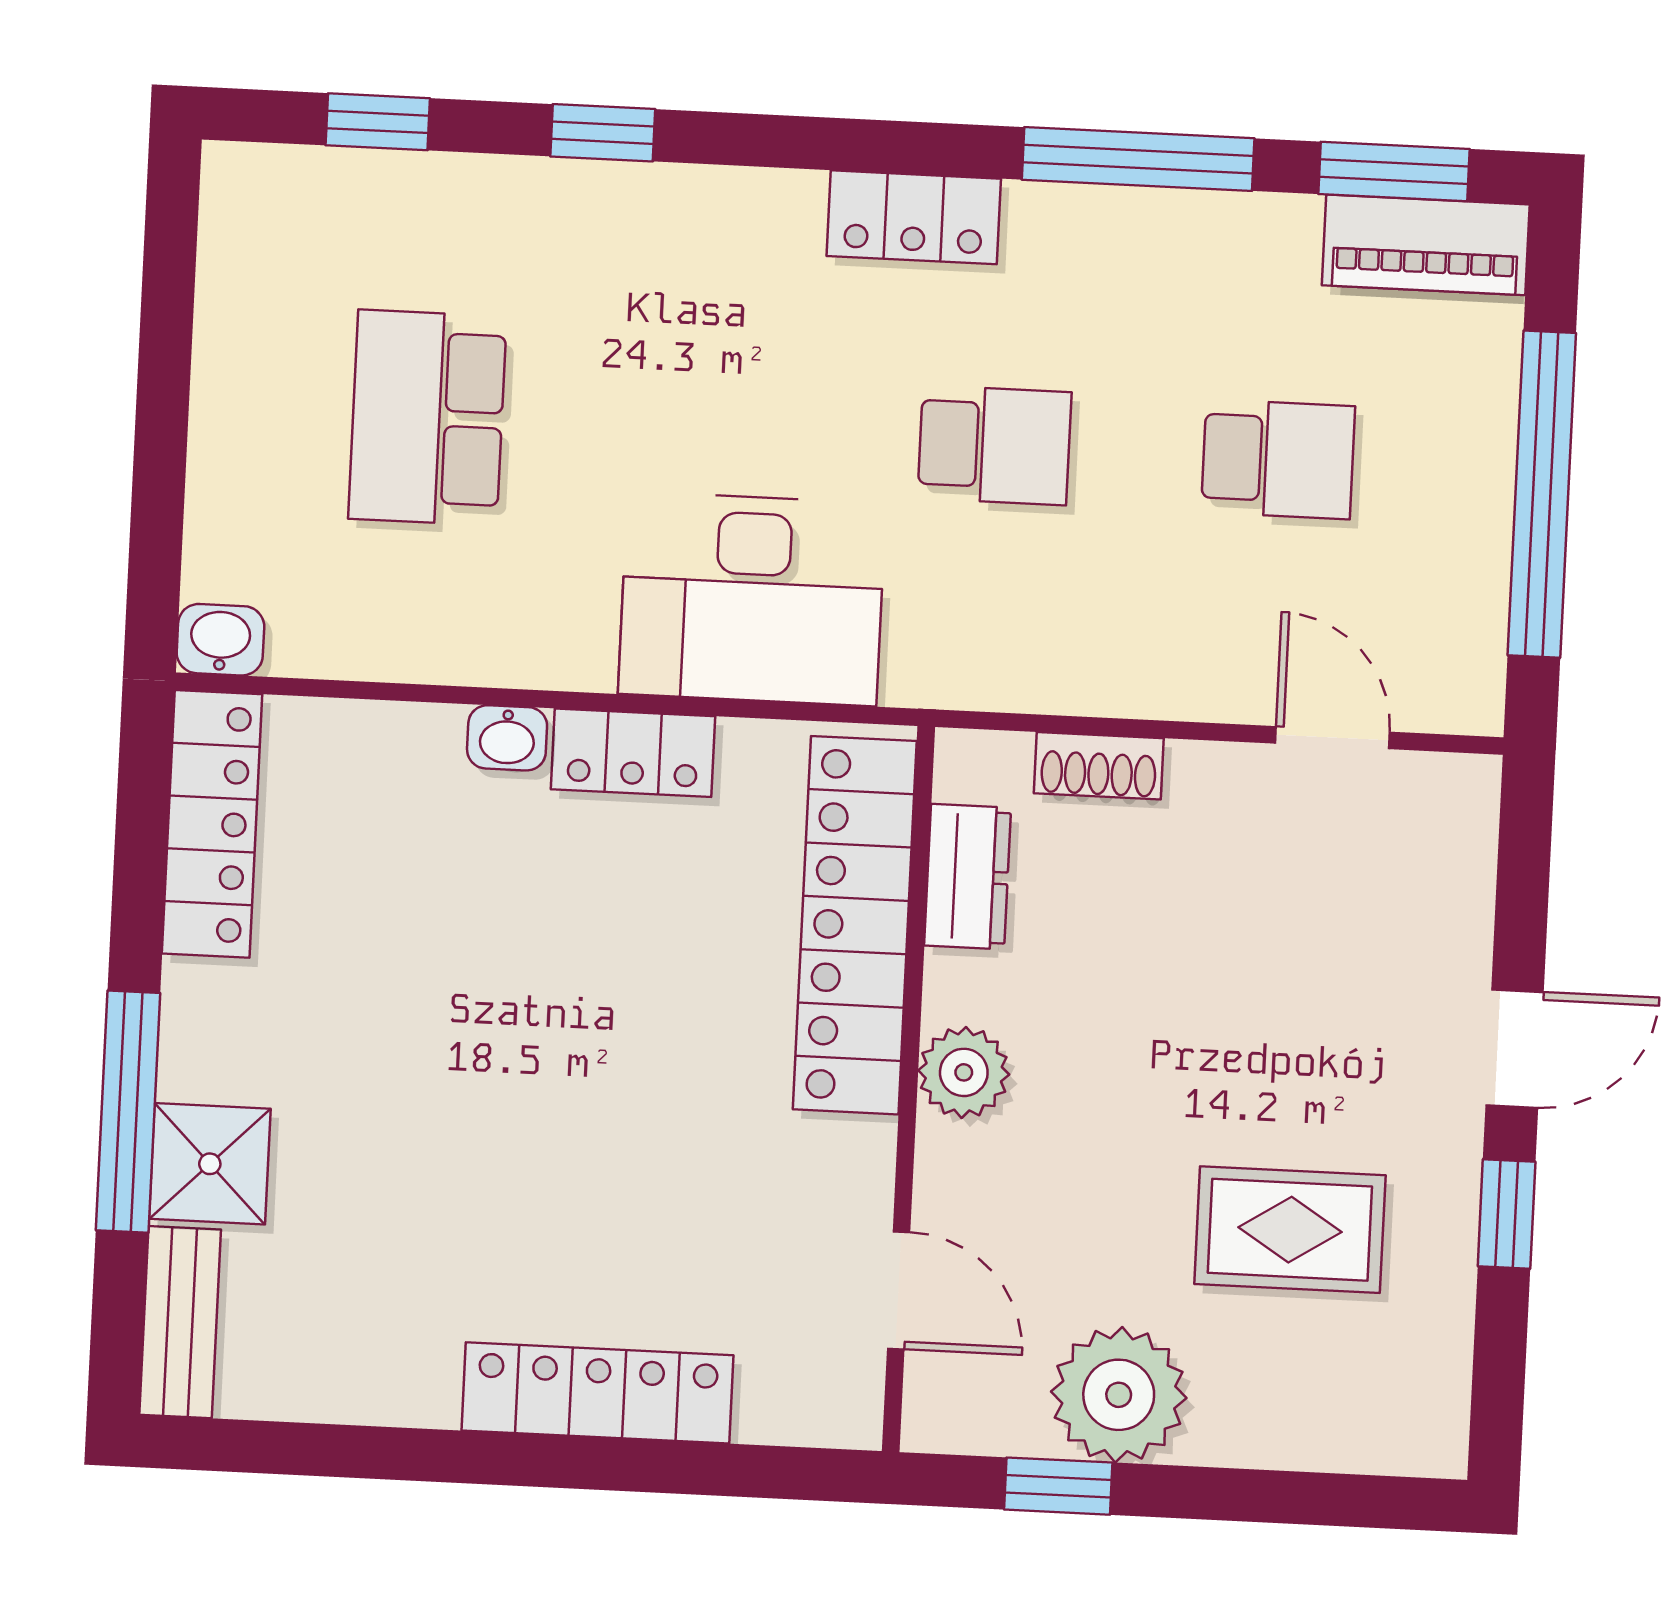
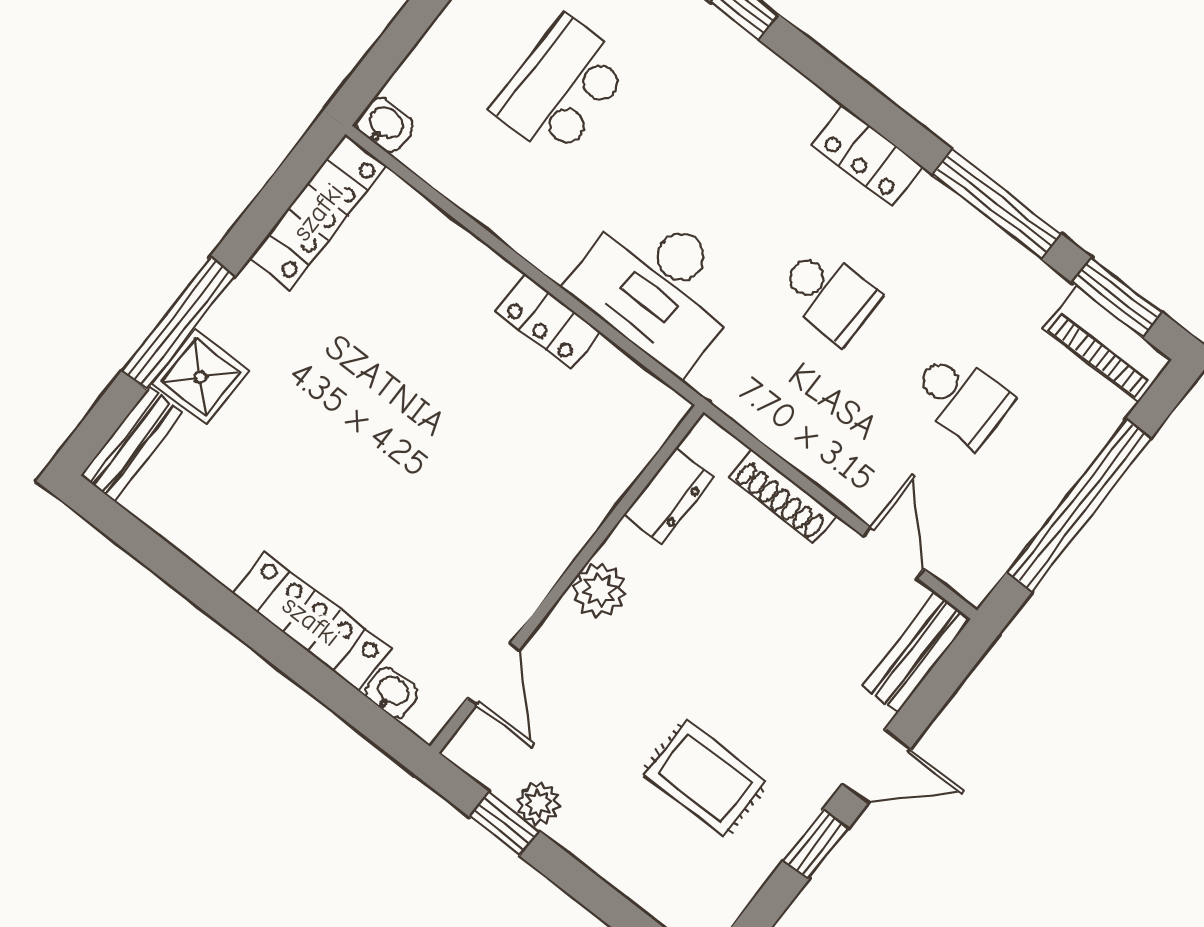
washbasin: (507, 738) -> (392, 693), moved, turned 180
shoe rack: (1099, 766) -> (783, 496), width x1.43
bench: (1460, 853) -> (917, 652), added
locker: (855, 925) -> (597, 481), removed
plant: (1119, 1395) -> (538, 803), width x0.53, depth x0.53

